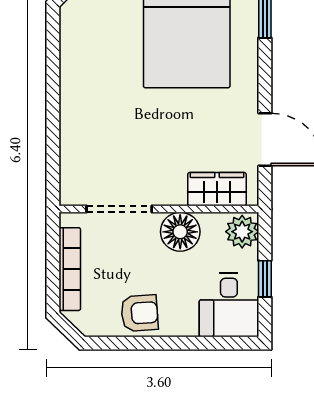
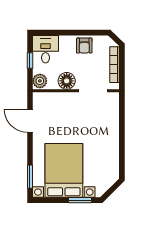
wardrobe: (217, 189) -> (51, 99), removed
armchair: (140, 313) -> (84, 46), turned -86

